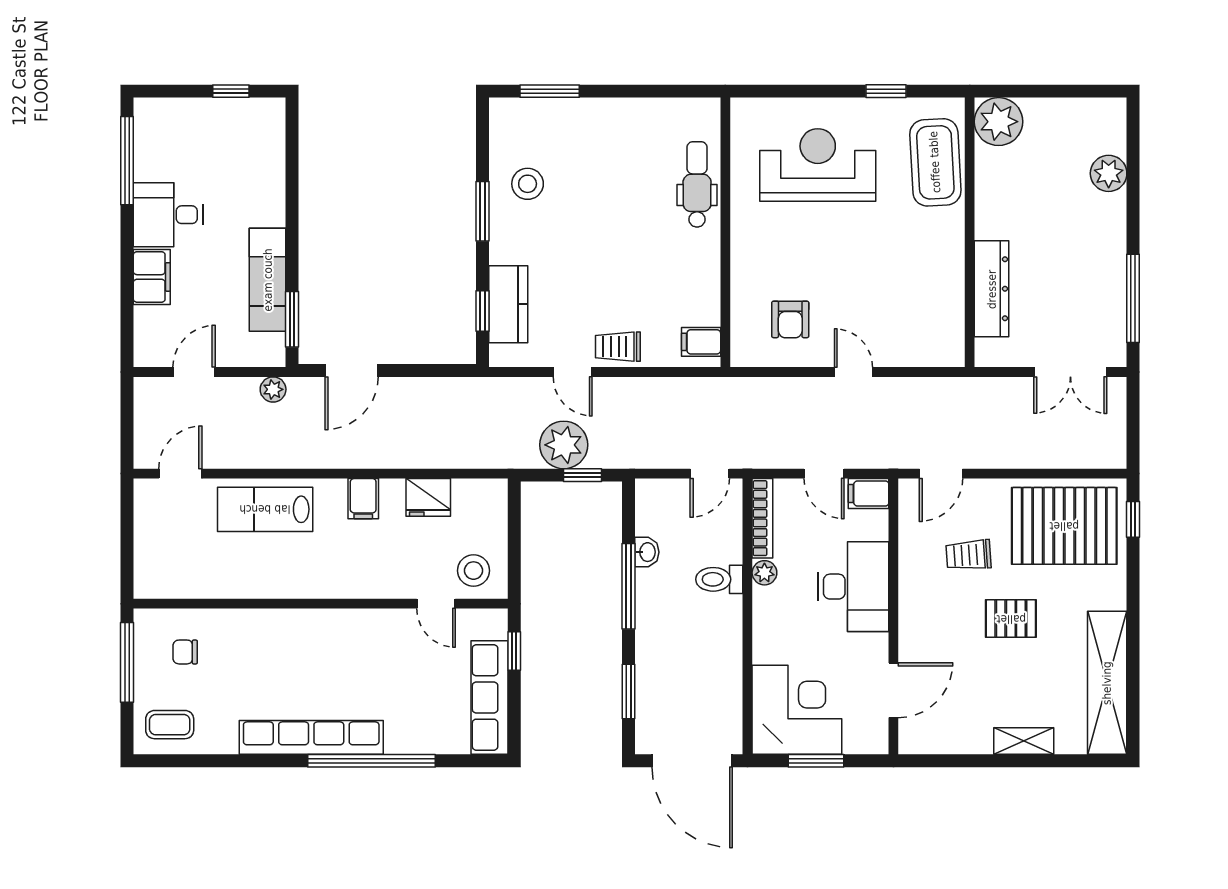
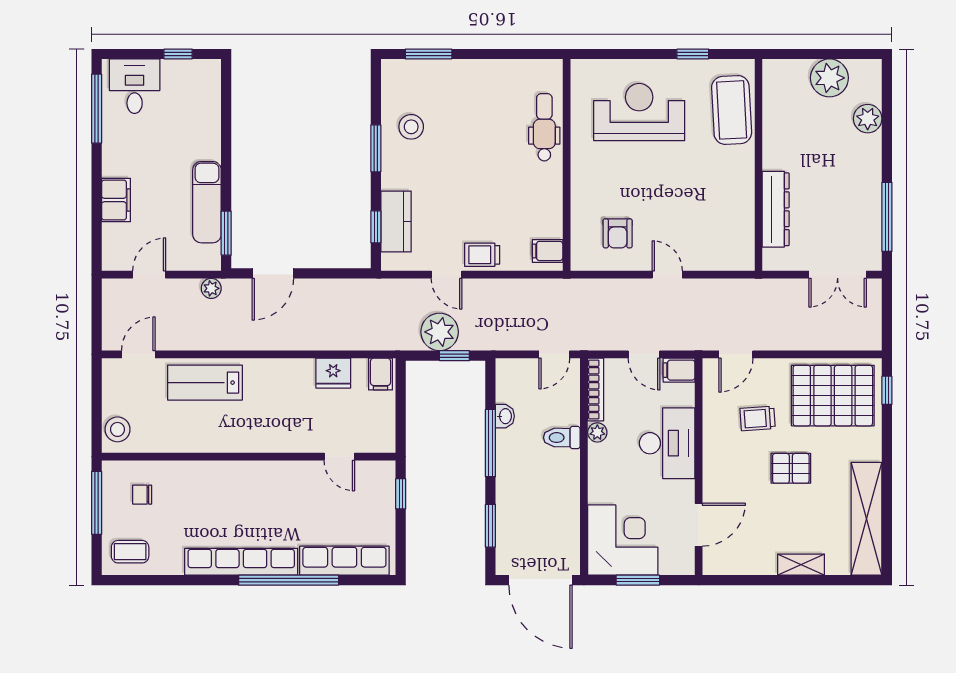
plant: (999, 122) -> (829, 78), moved
desk: (168, 215) -> (135, 86), moved, turned 90
filing cabinet: (363, 499) -> (380, 374), moved
stool: (474, 571) -> (118, 429), moved
row of seats: (489, 697) -> (344, 561), moved, turned 90

